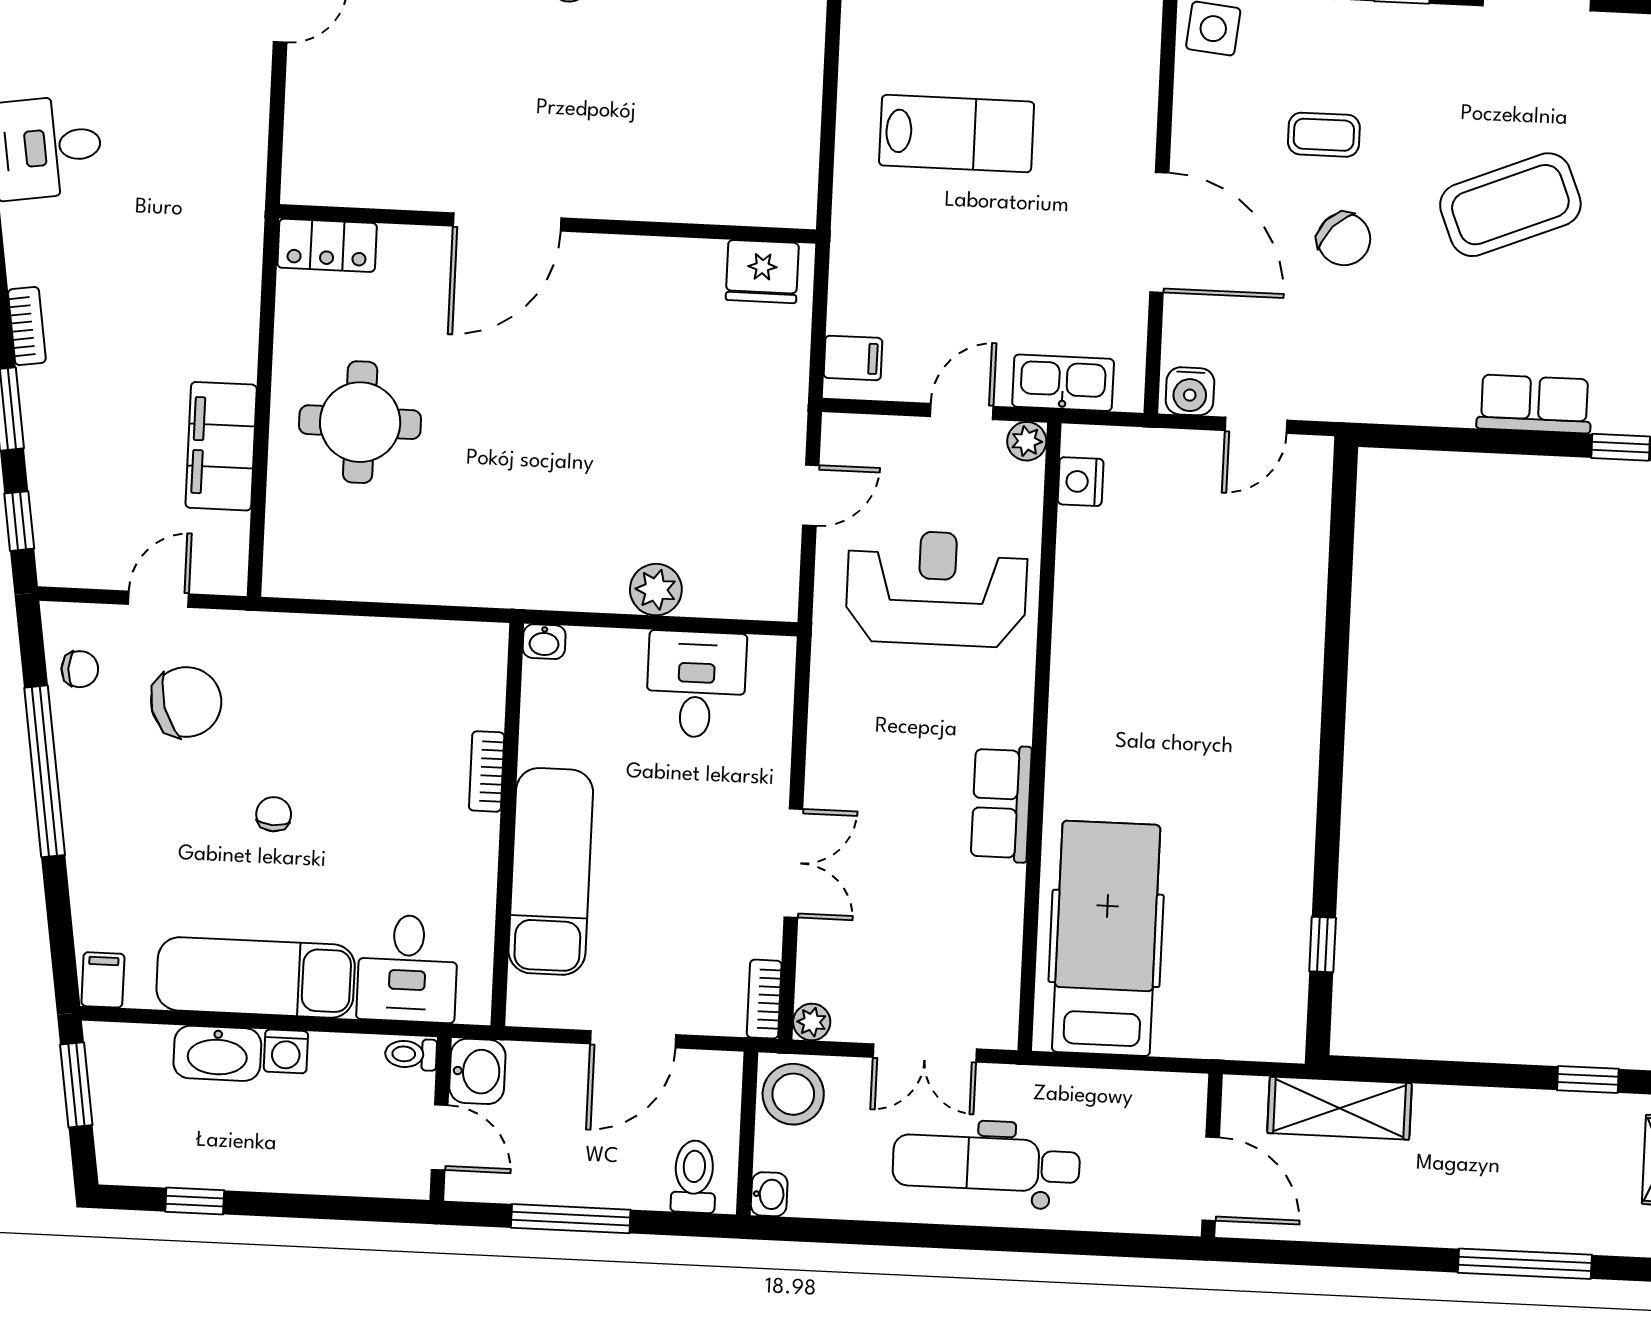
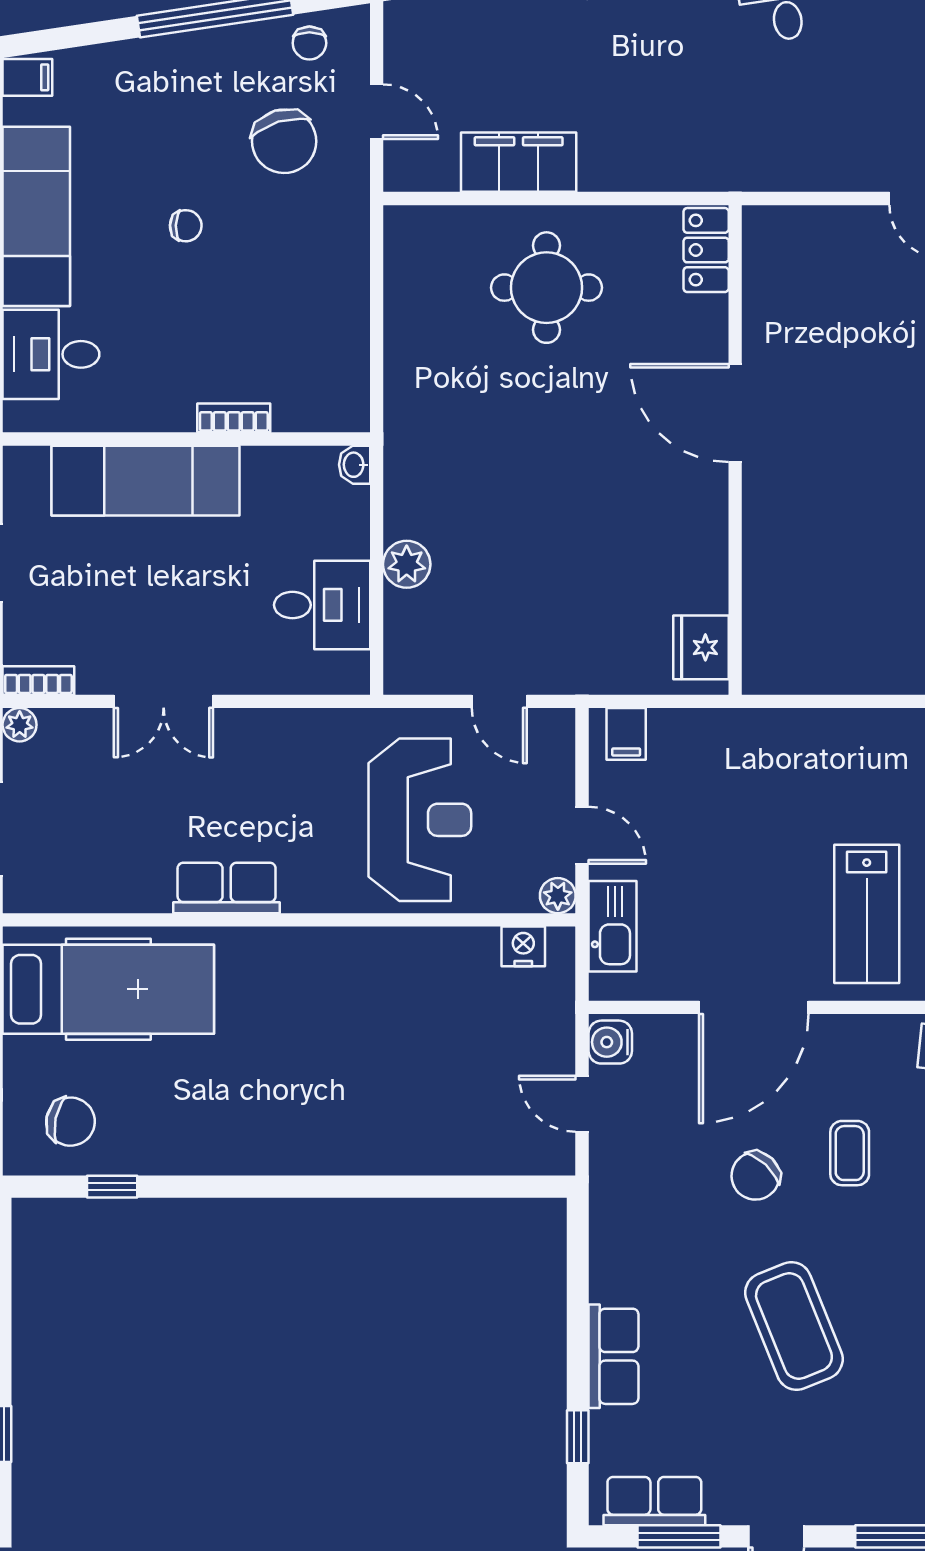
lab bench: (957, 134) -> (867, 914), moved
chair: (1249, 987) -> (70, 1122), added

